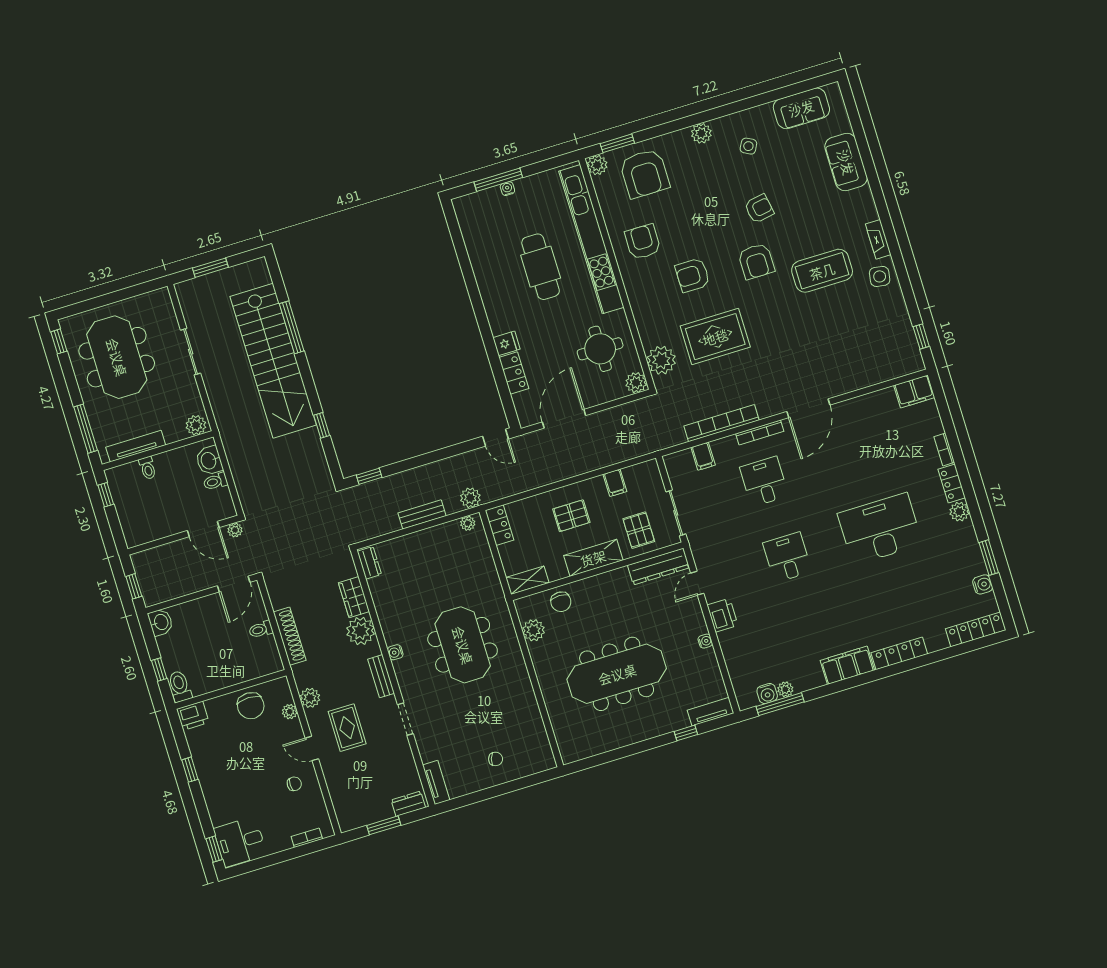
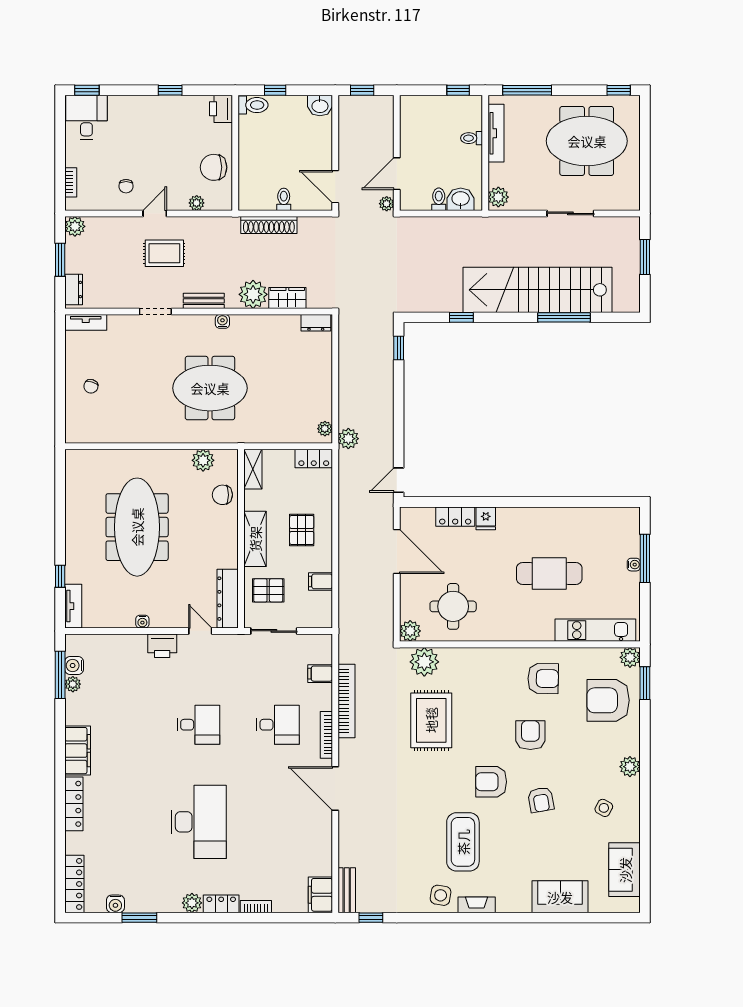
kitchen unit: (591, 239) -> (595, 630), width x0.54
armchair: (692, 275) -> (530, 735), moved
bench: (422, 514) -> (347, 890), moved
plant: (310, 698) -> (75, 226), moved

